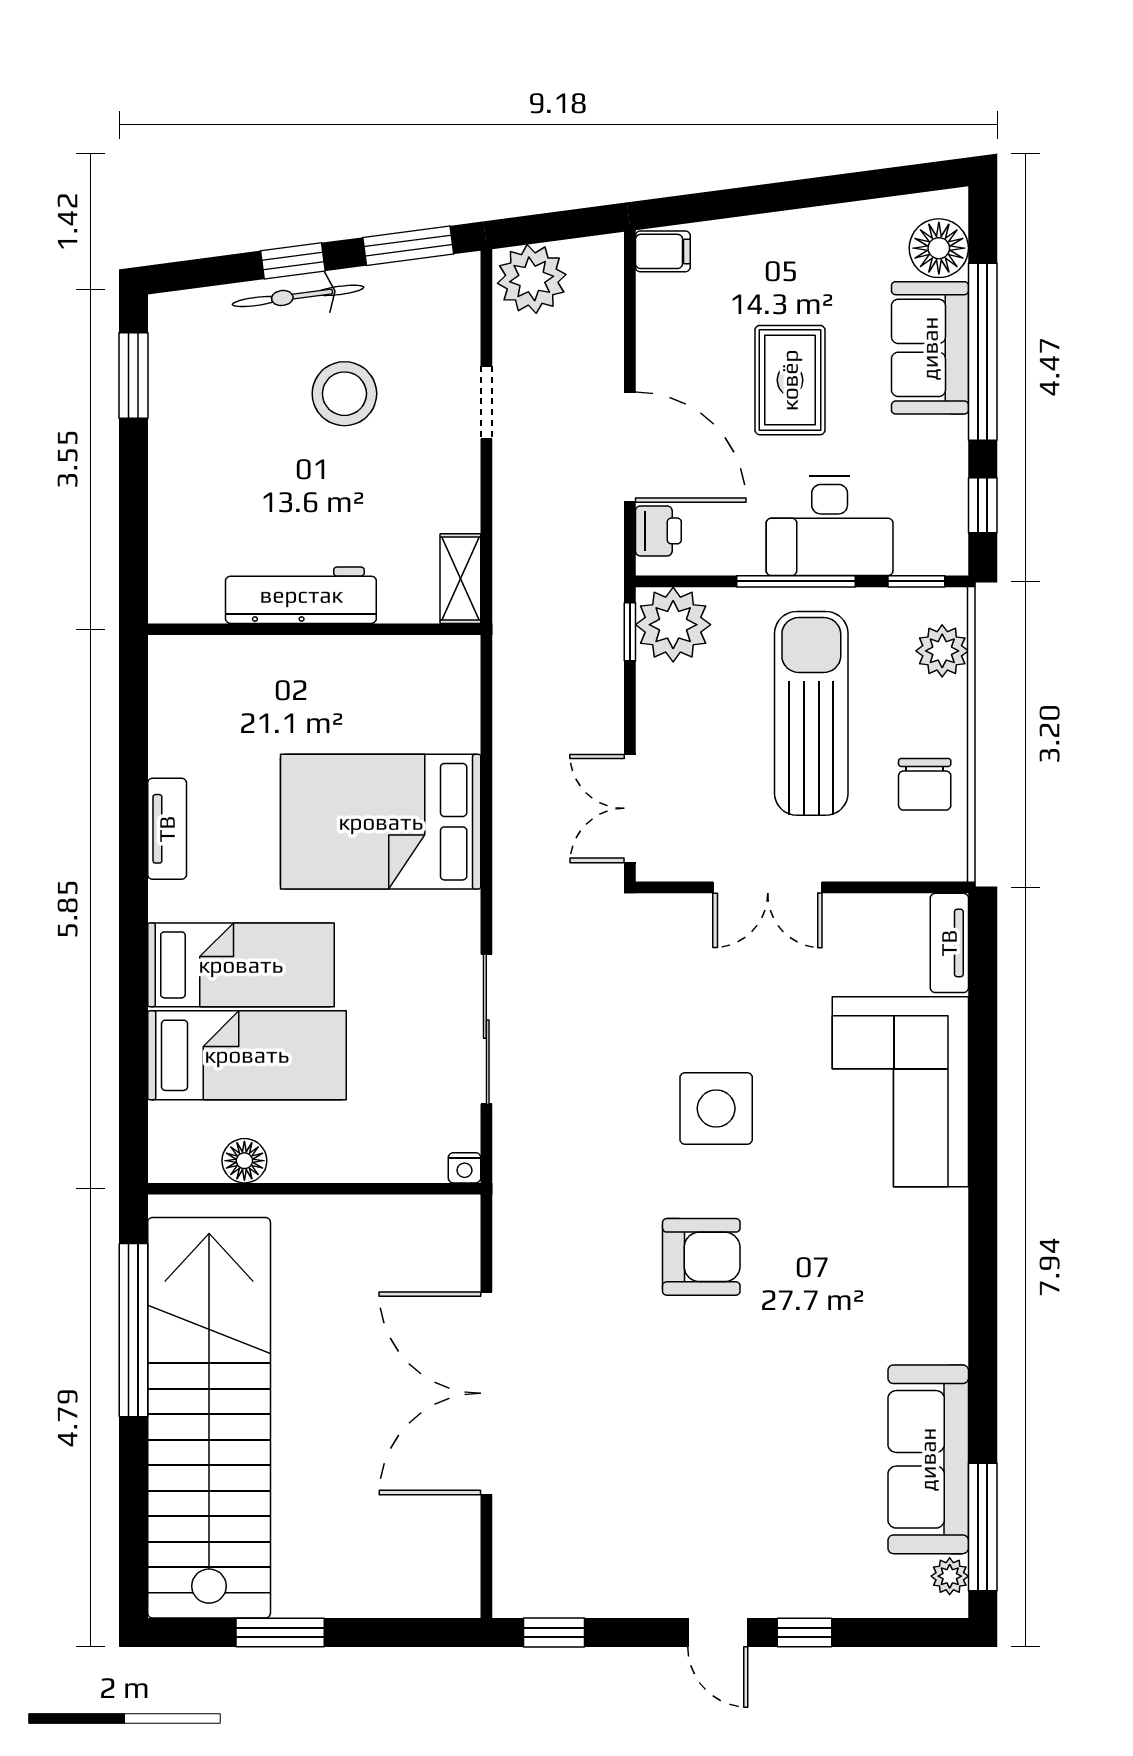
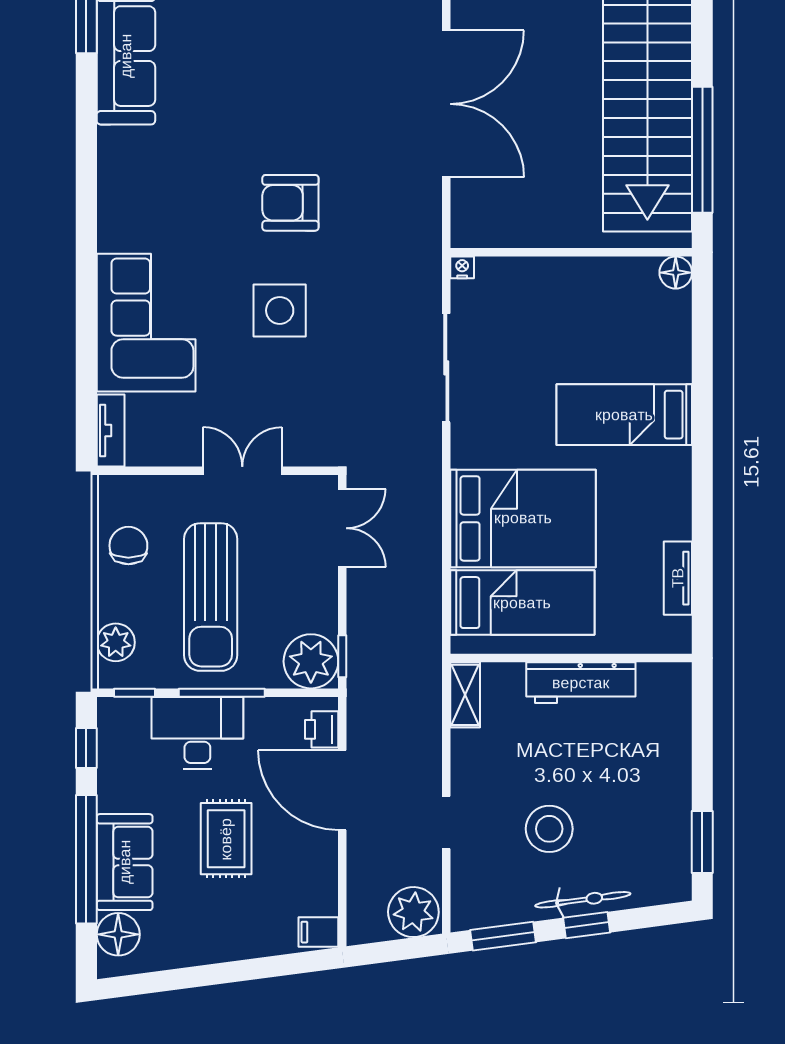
tv unit: (167, 829) -> (678, 578), moved
bed: (247, 1055) -> (522, 603), moved, turned 180
floor lamp: (244, 1161) -> (676, 273), moved

